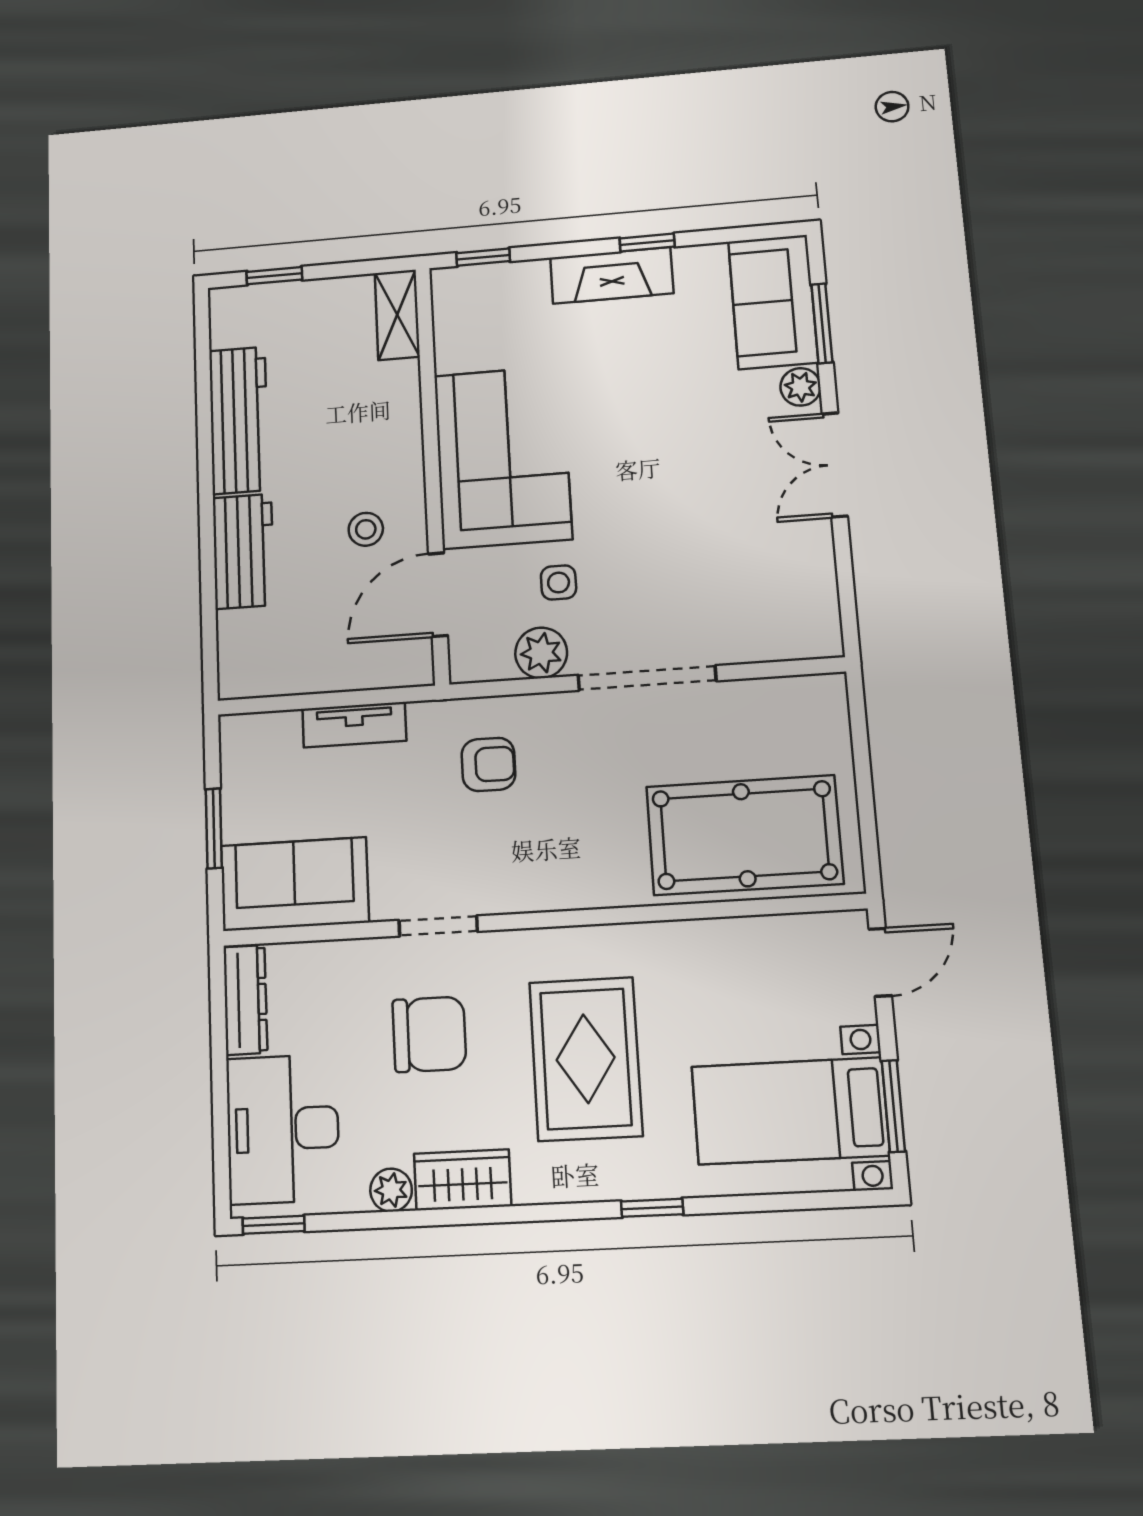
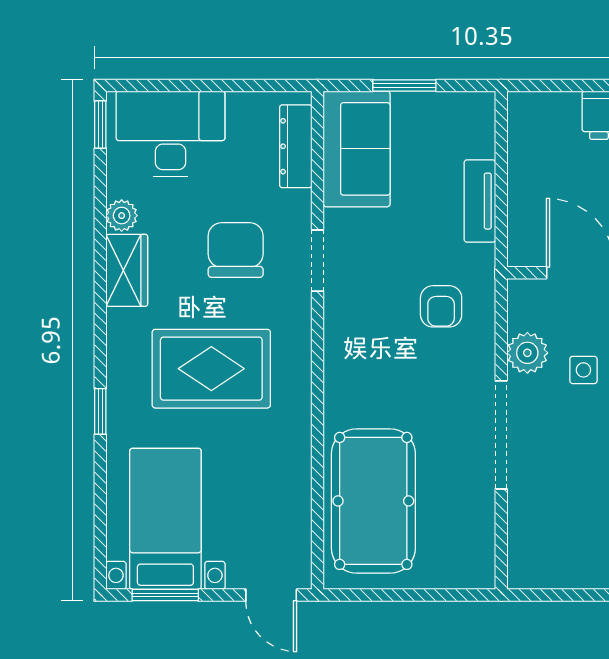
dresser: (245, 1000) -> (296, 146), moved, turned 90
chair: (429, 1034) -> (236, 250), turned 180

